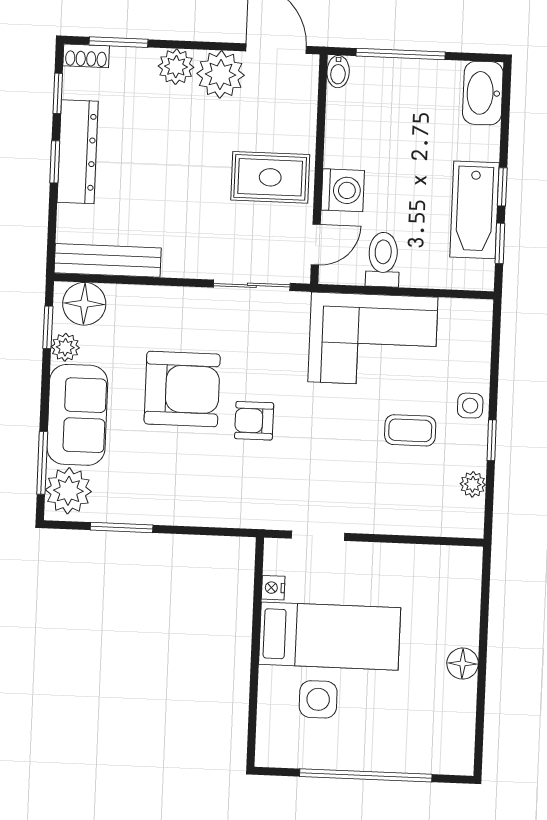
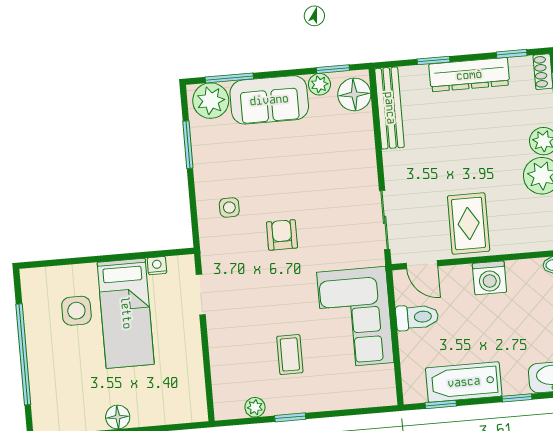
window: (55, 162) -> (434, 60), moved
window: (502, 187) -> (517, 398), moved
washing machine: (343, 190) -> (489, 278), moved
armchair: (182, 389) -> (299, 177), removed
side table: (470, 406) -> (229, 207), moved

